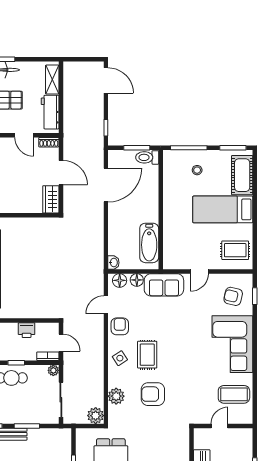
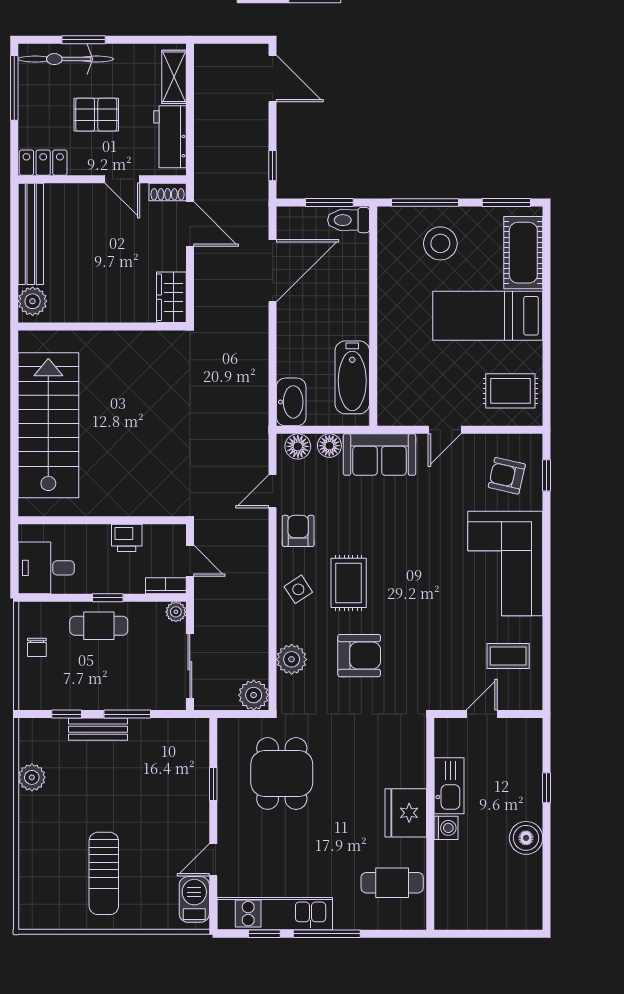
stool: (197, 170) -> (440, 243), width x1.89, depth x1.89
door: (61, 173) -> (190, 224), moved
washbasin: (113, 263) -> (291, 402), width x1.91, depth x1.45
armchair: (153, 394) -> (359, 656), turned 180
coffee table: (234, 394) -> (508, 656), width x0.73, depth x0.77

